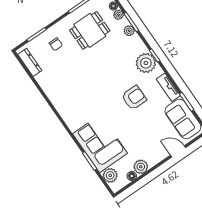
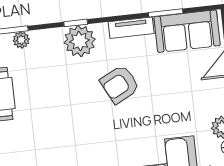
armchair: (134, 98) -> (120, 84), turned -117

